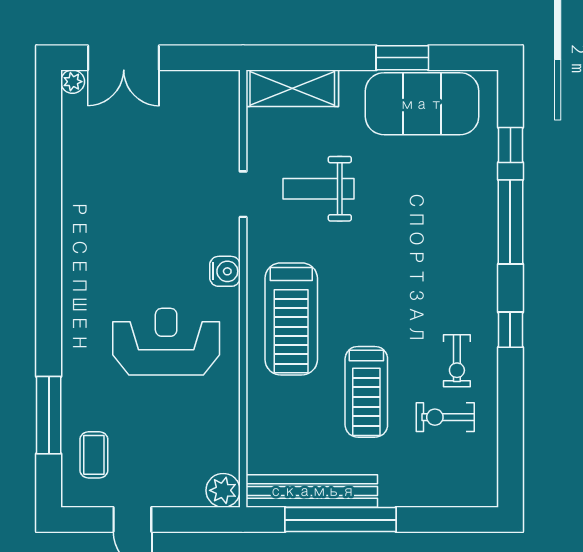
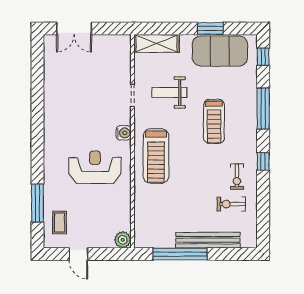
plant: (73, 82) -> (49, 40), removed
window: (510, 145) -> (263, 57), moved
treadmill: (366, 392) -> (214, 121), moved
bench: (312, 491) -> (208, 240), moved

